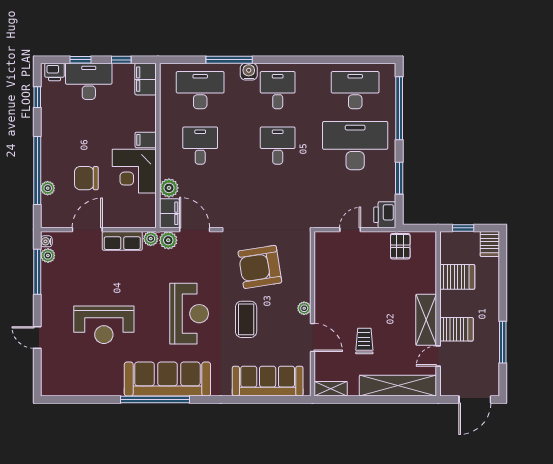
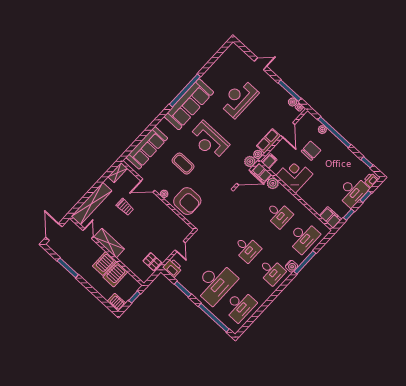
filing cabinet: (146, 140) -> (270, 161), moved
armchair: (260, 267) -> (187, 201), moved, turned 99
server rack: (456, 329) -> (104, 264), moved

